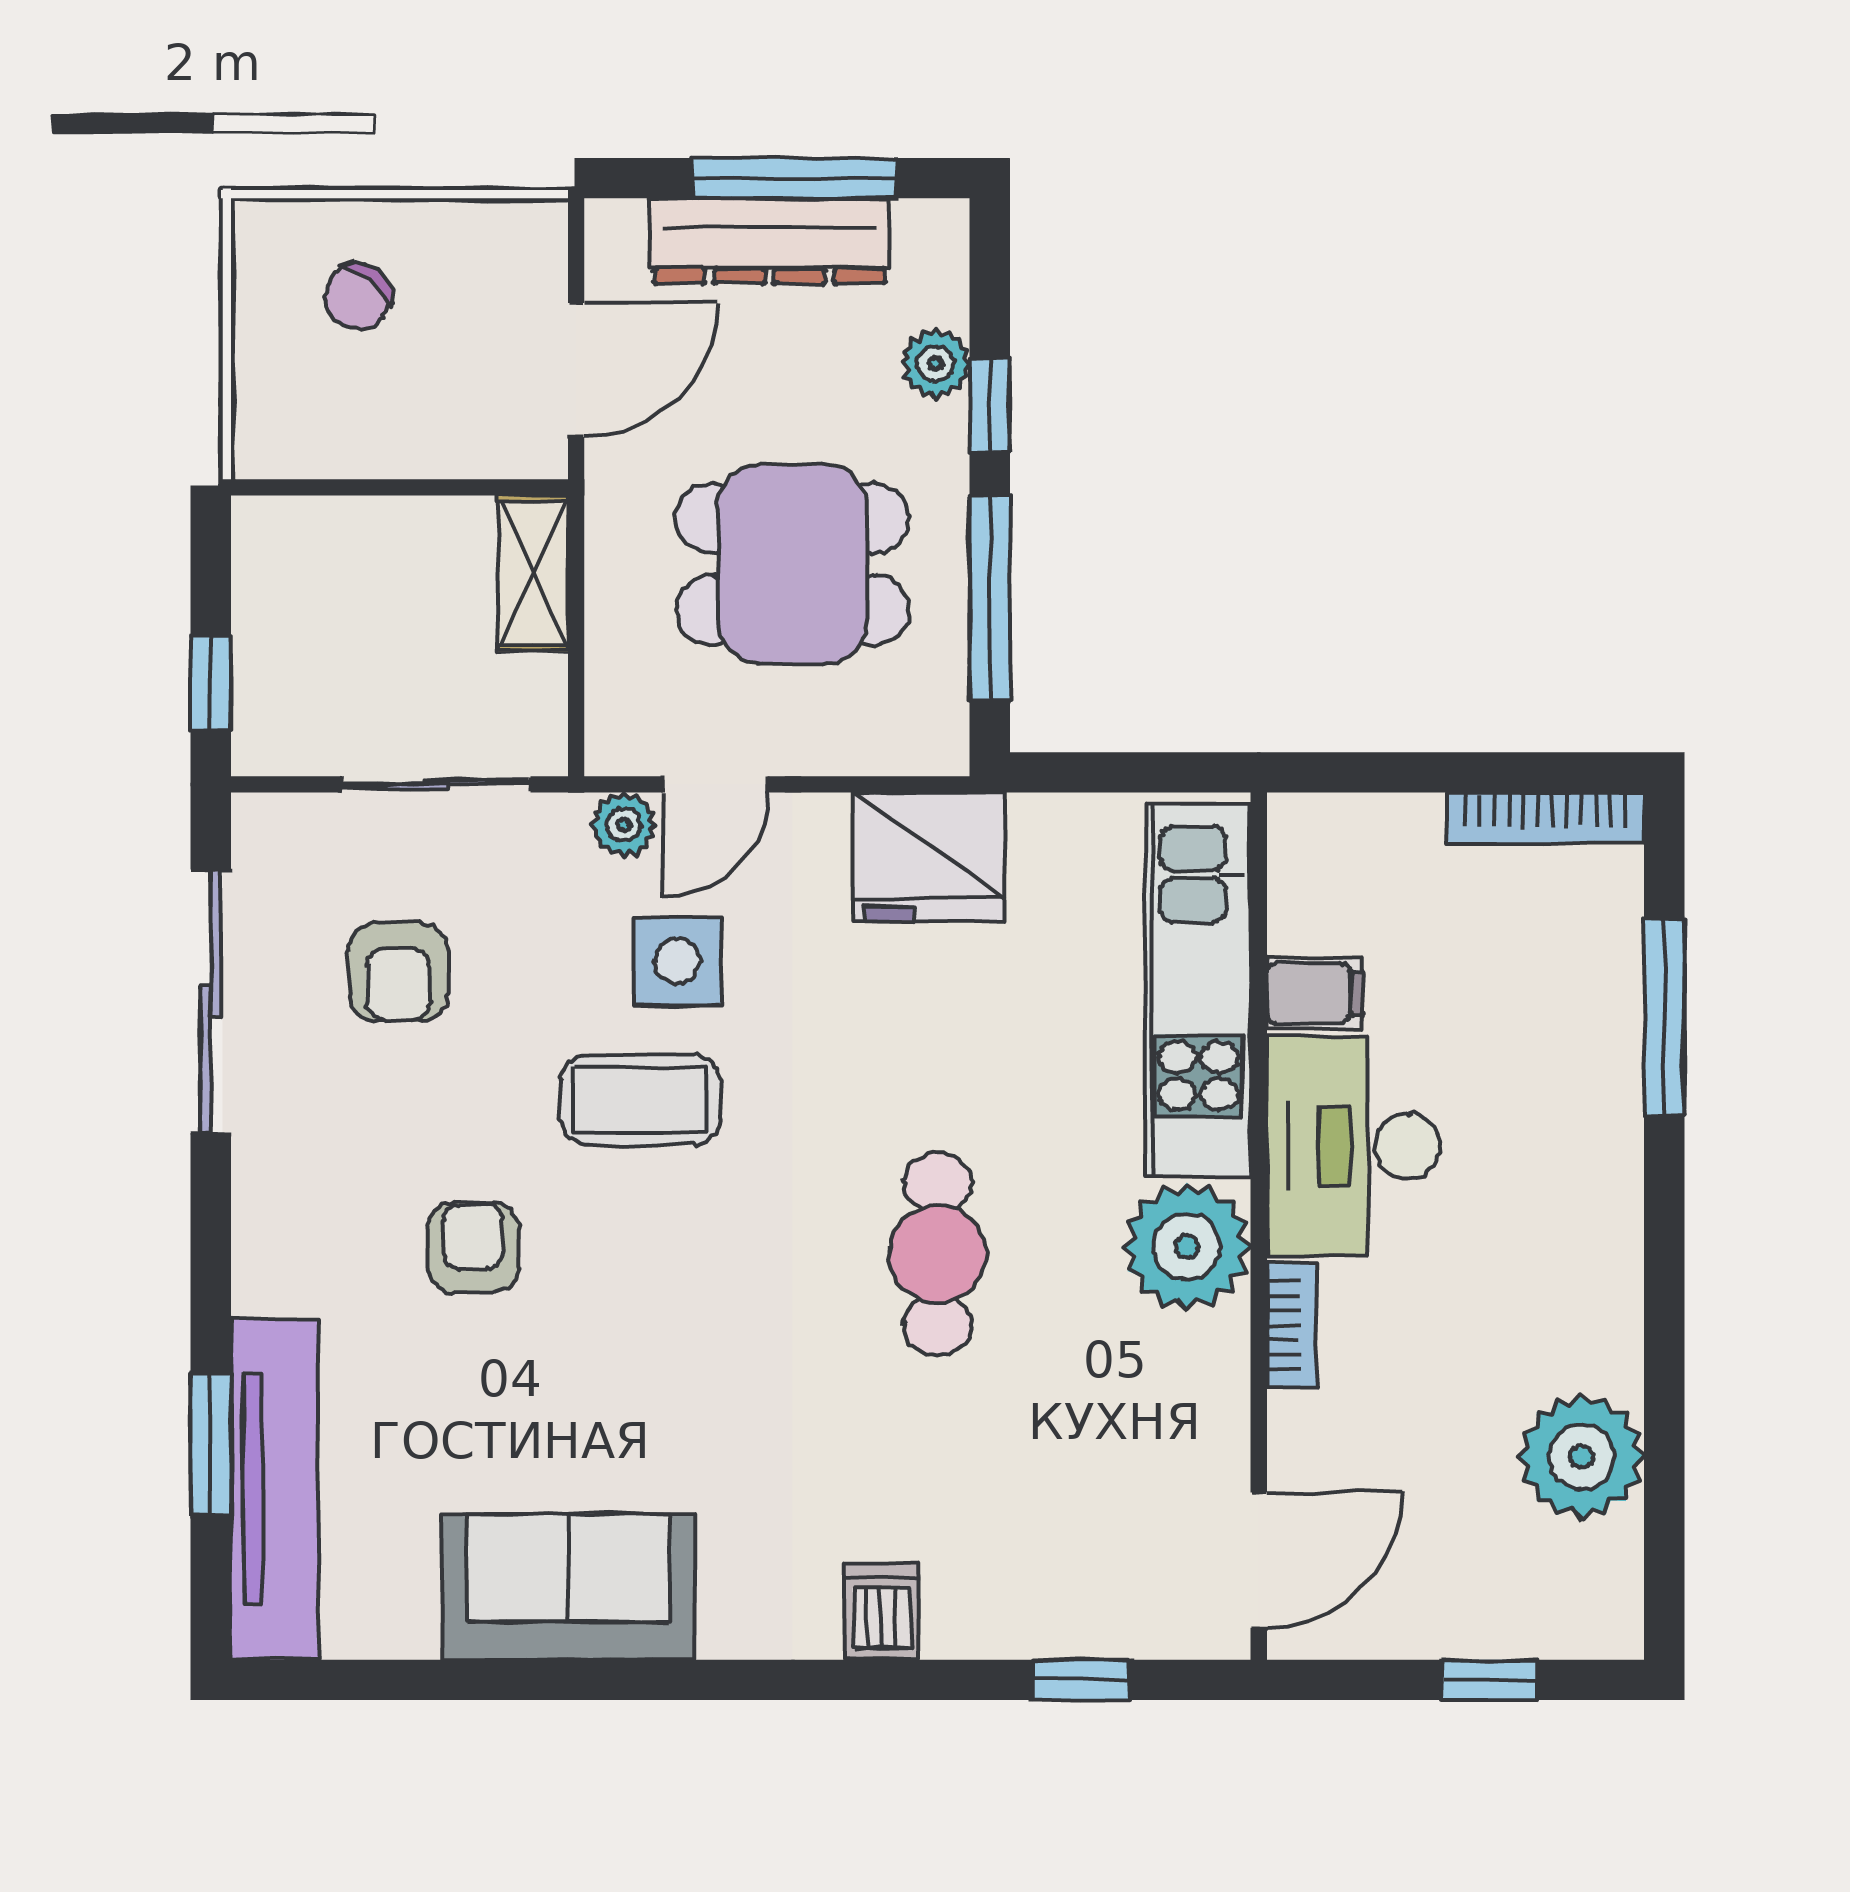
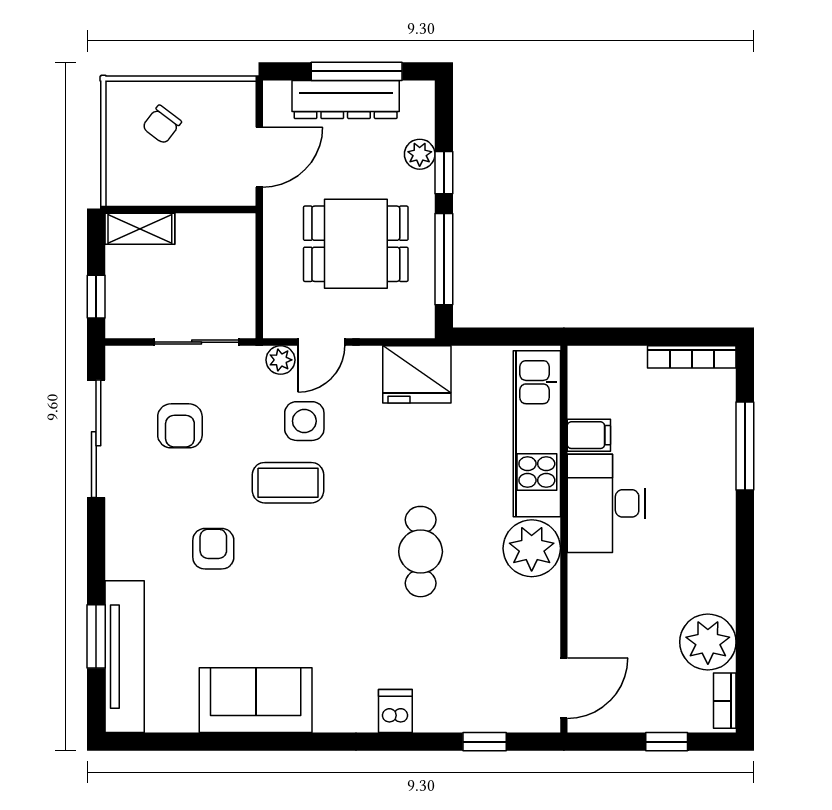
shelving: (533, 573) -> (140, 229), moved, turned 90
bookcase: (1292, 1325) -> (725, 701), moved, turned 180

